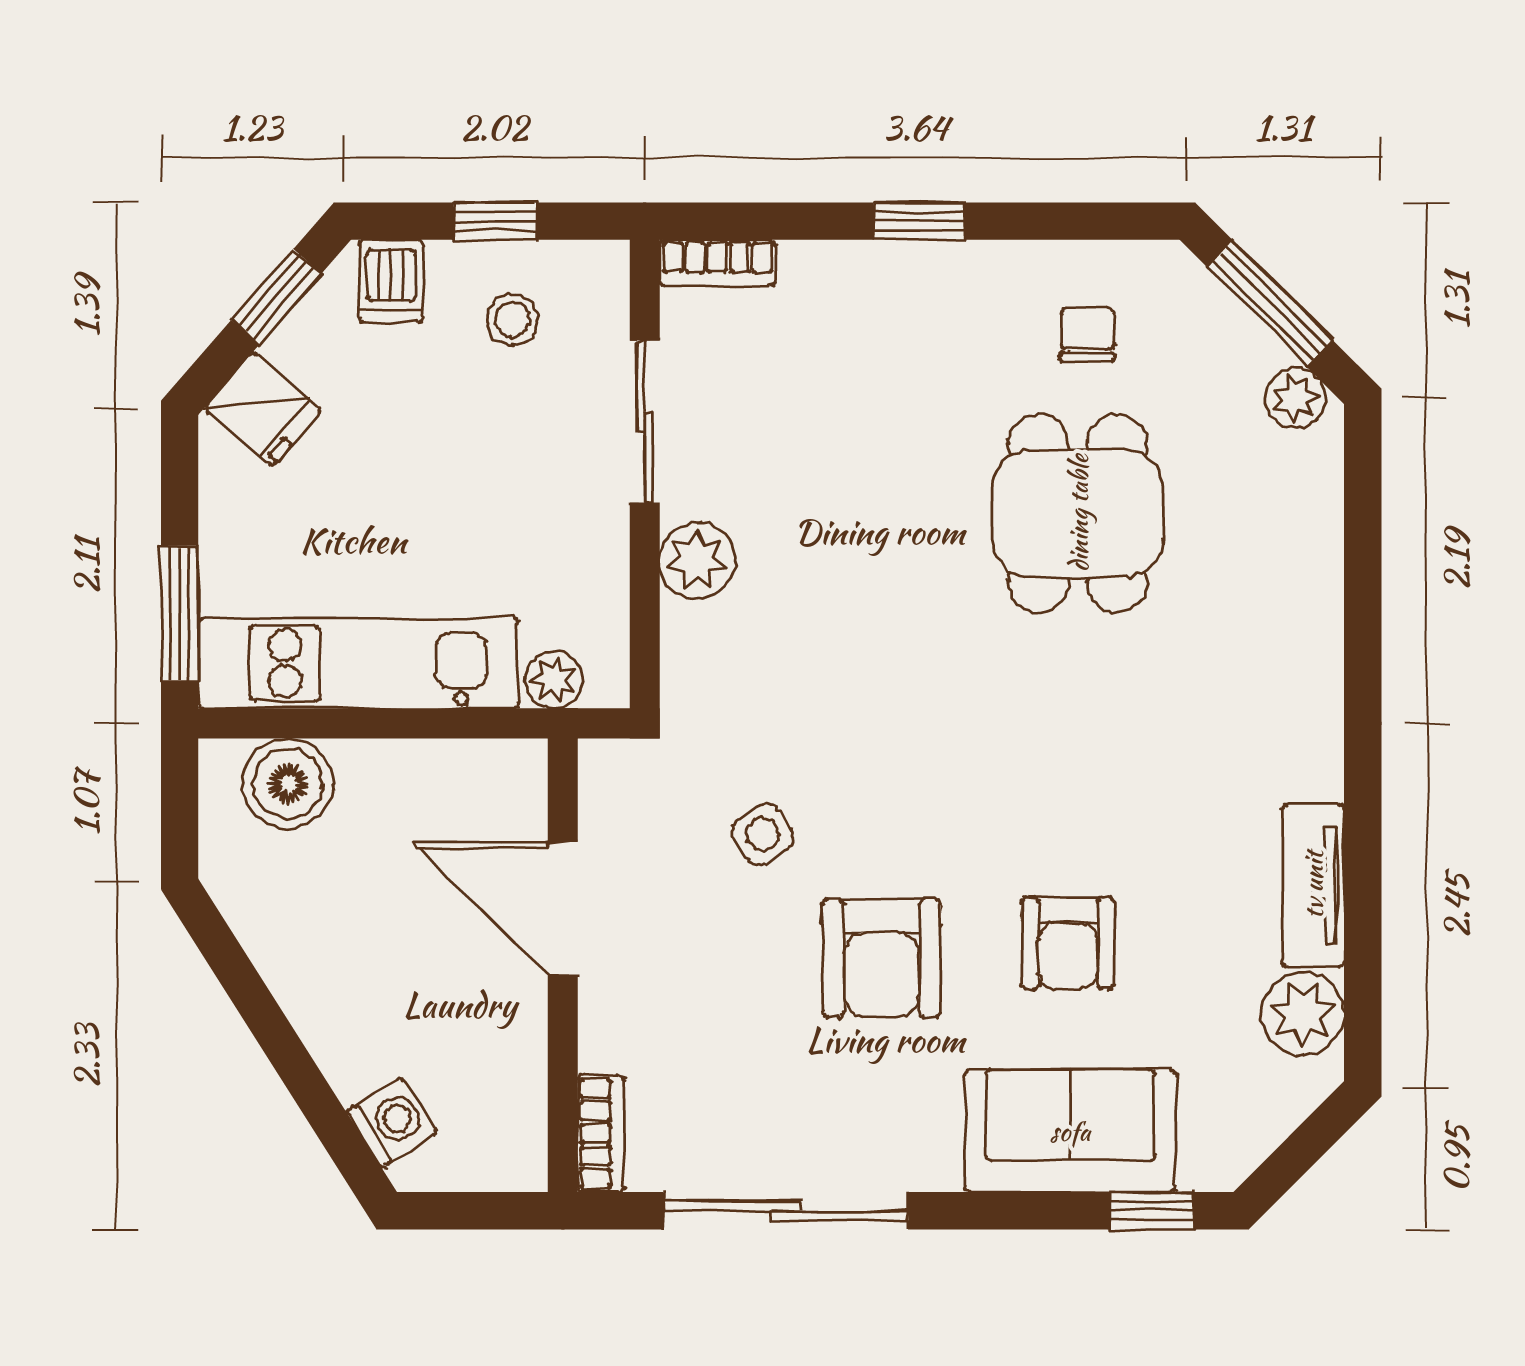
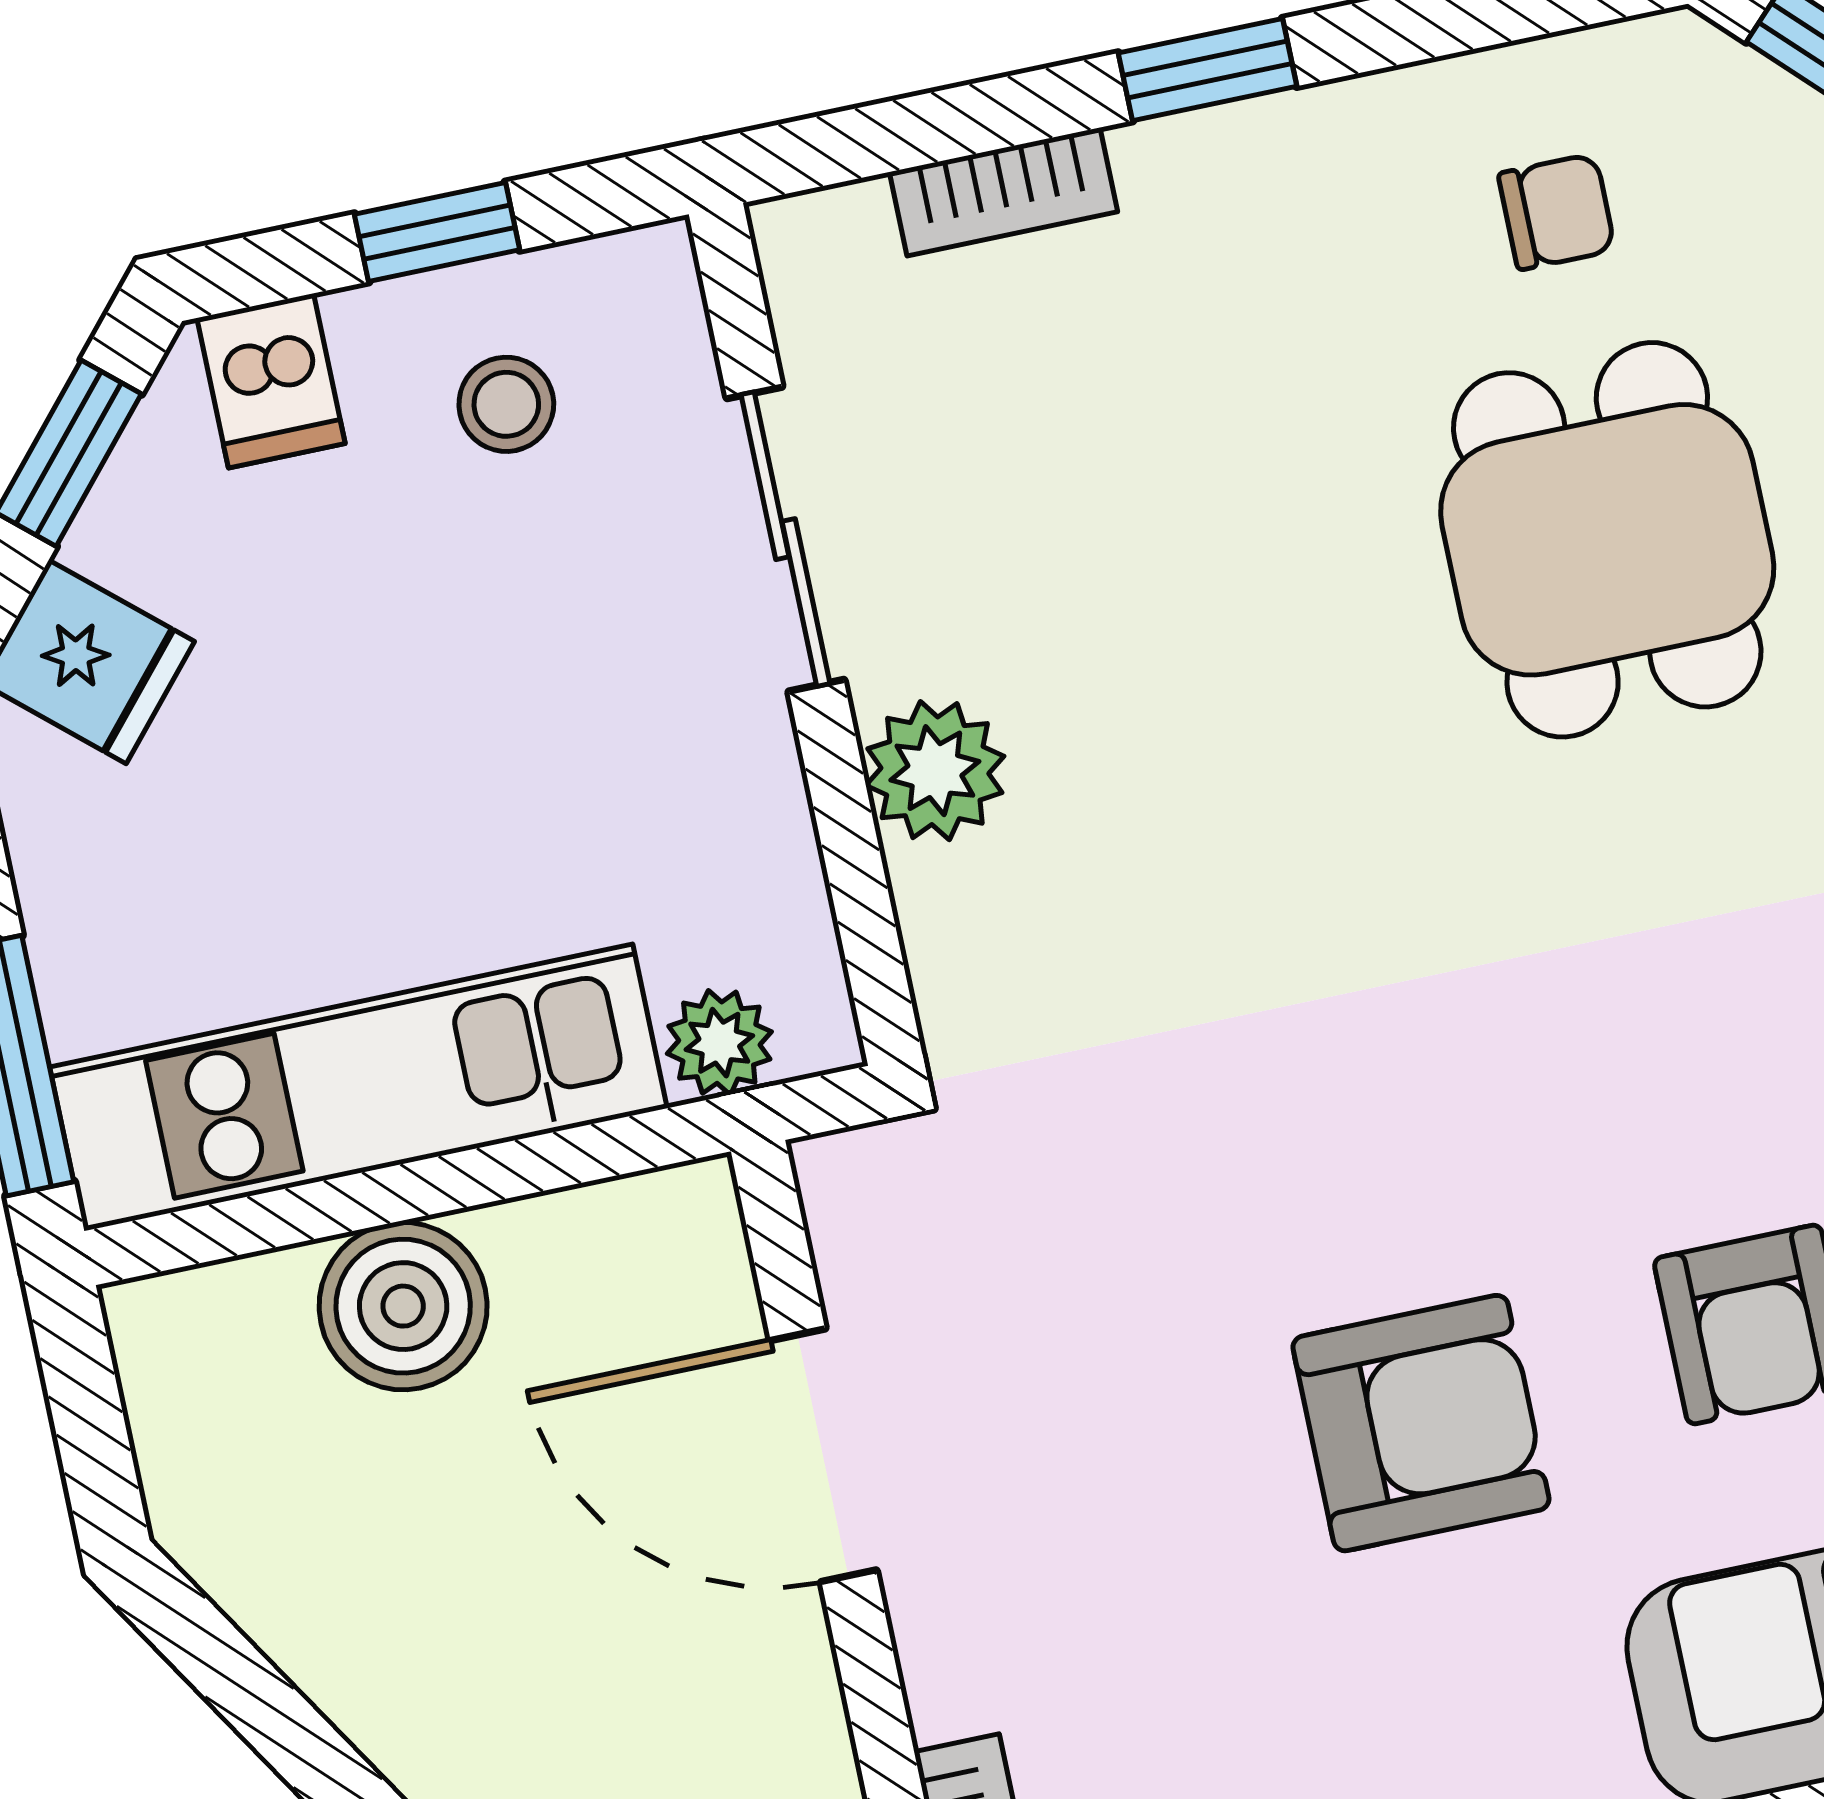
bookcase: (717, 263) -> (1004, 192), moved
chair: (1087, 335) -> (1557, 212), turned 90
boiler: (288, 783) -> (403, 1306), moved
side table: (763, 834) -> (1158, 1243), removed
armchair: (881, 958) -> (1421, 1423), turned -90

